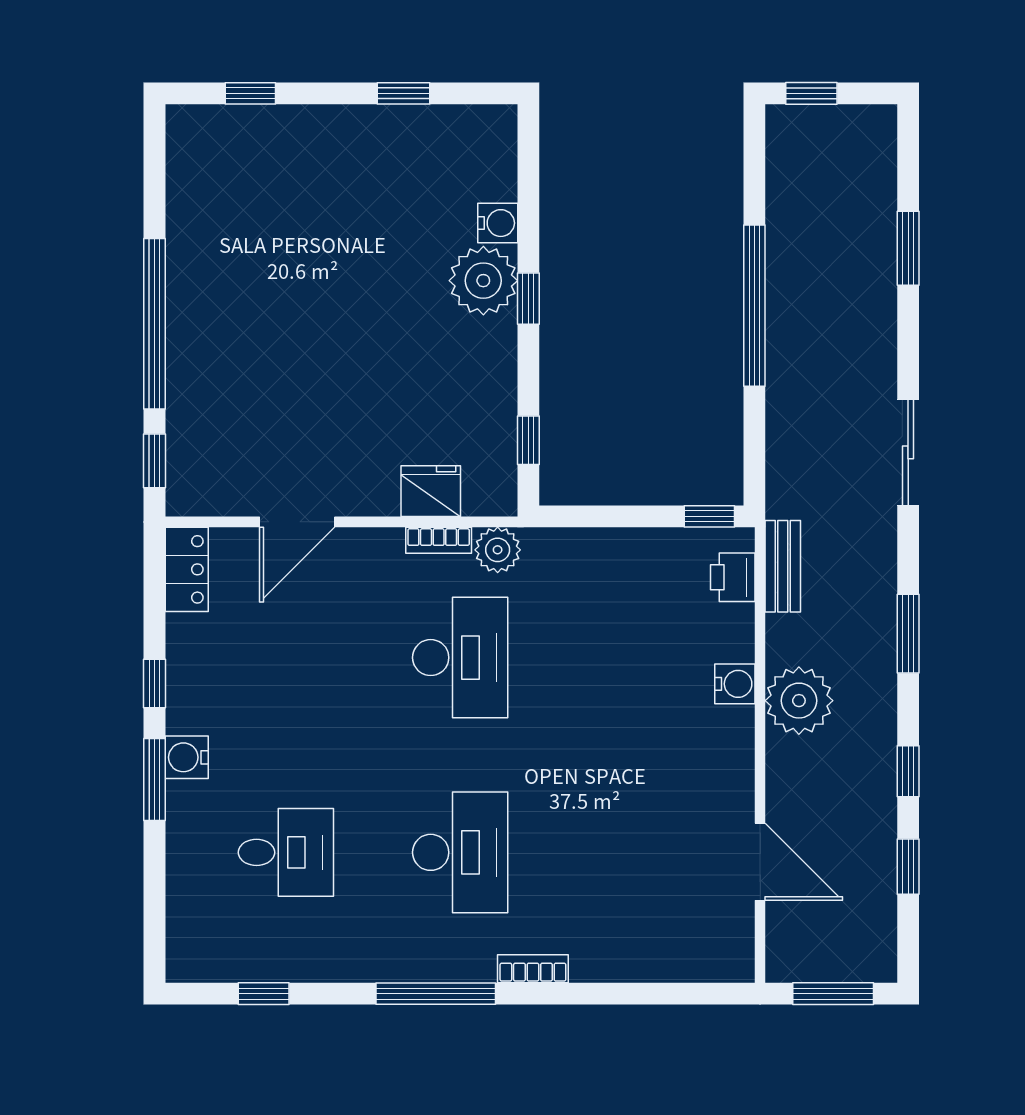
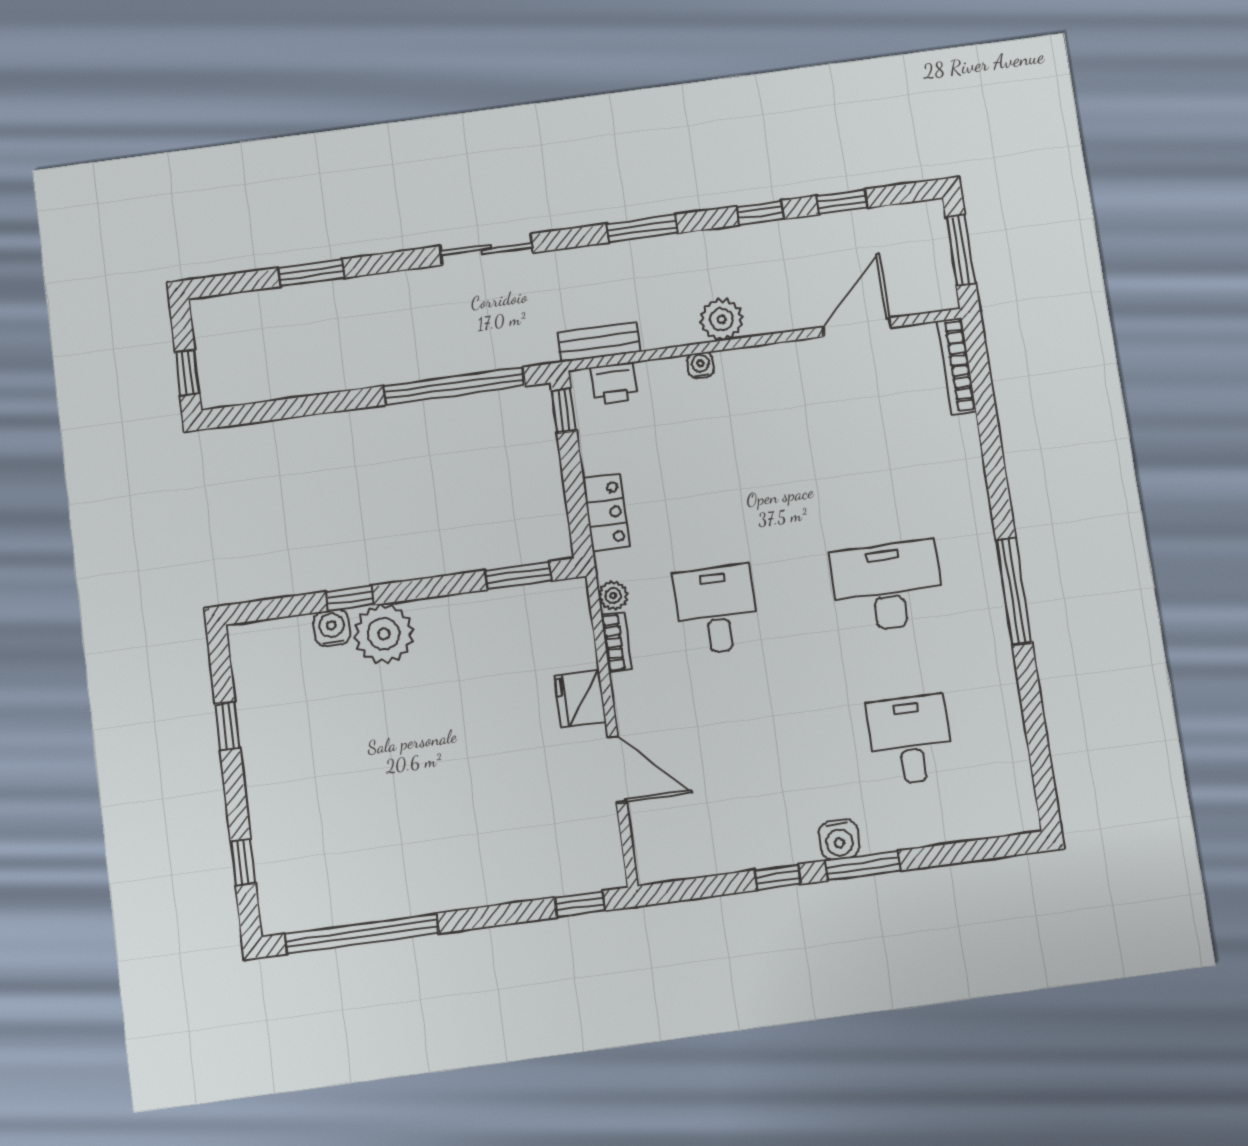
window: (528, 299) -> (350, 598), moved
window: (754, 306) -> (454, 386), moved
window: (155, 324) -> (362, 934), moved
window: (528, 440) -> (518, 576), width x1.50
fridge: (431, 491) -> (580, 699), moved
plant: (498, 550) -> (613, 596), width x0.73, depth x0.73
locker: (187, 569) -> (606, 513), moved, turned 90
desk: (460, 658) -> (717, 609), width x0.73
water cooler: (735, 684) -> (701, 365), width x0.72, depth x0.72
plant: (799, 701) -> (722, 319), width x0.73, depth x0.73
bookcase: (533, 969) -> (957, 366), moved, width x1.56
window: (264, 994) -> (1038, 743), removed

